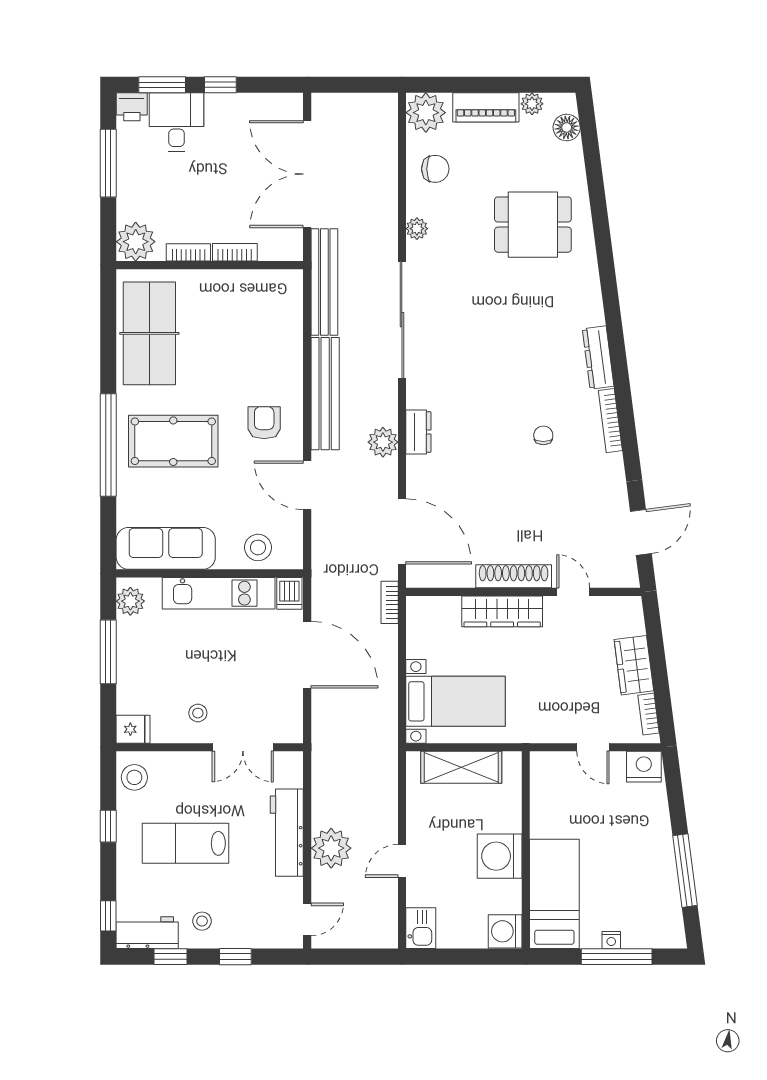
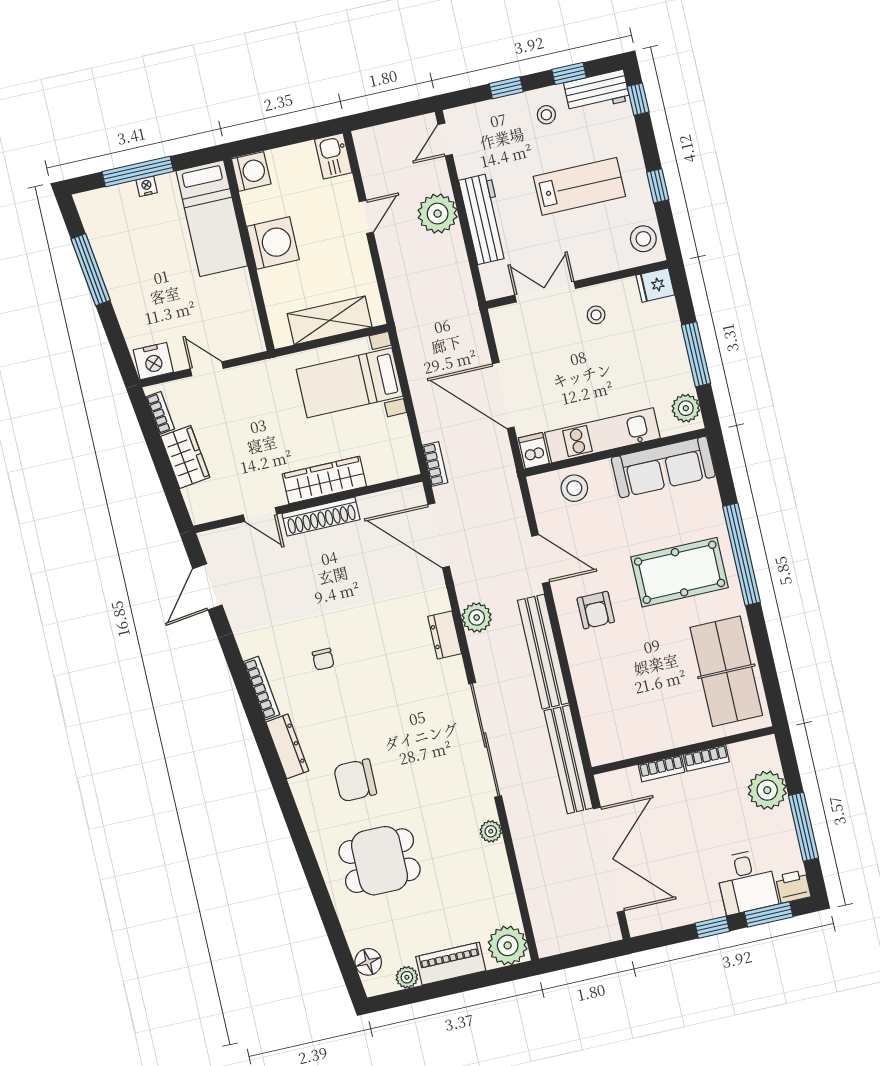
chair: (435, 169) -> (355, 780), moved, width x1.37, depth x1.37
plant: (136, 242) -> (767, 790), moved

